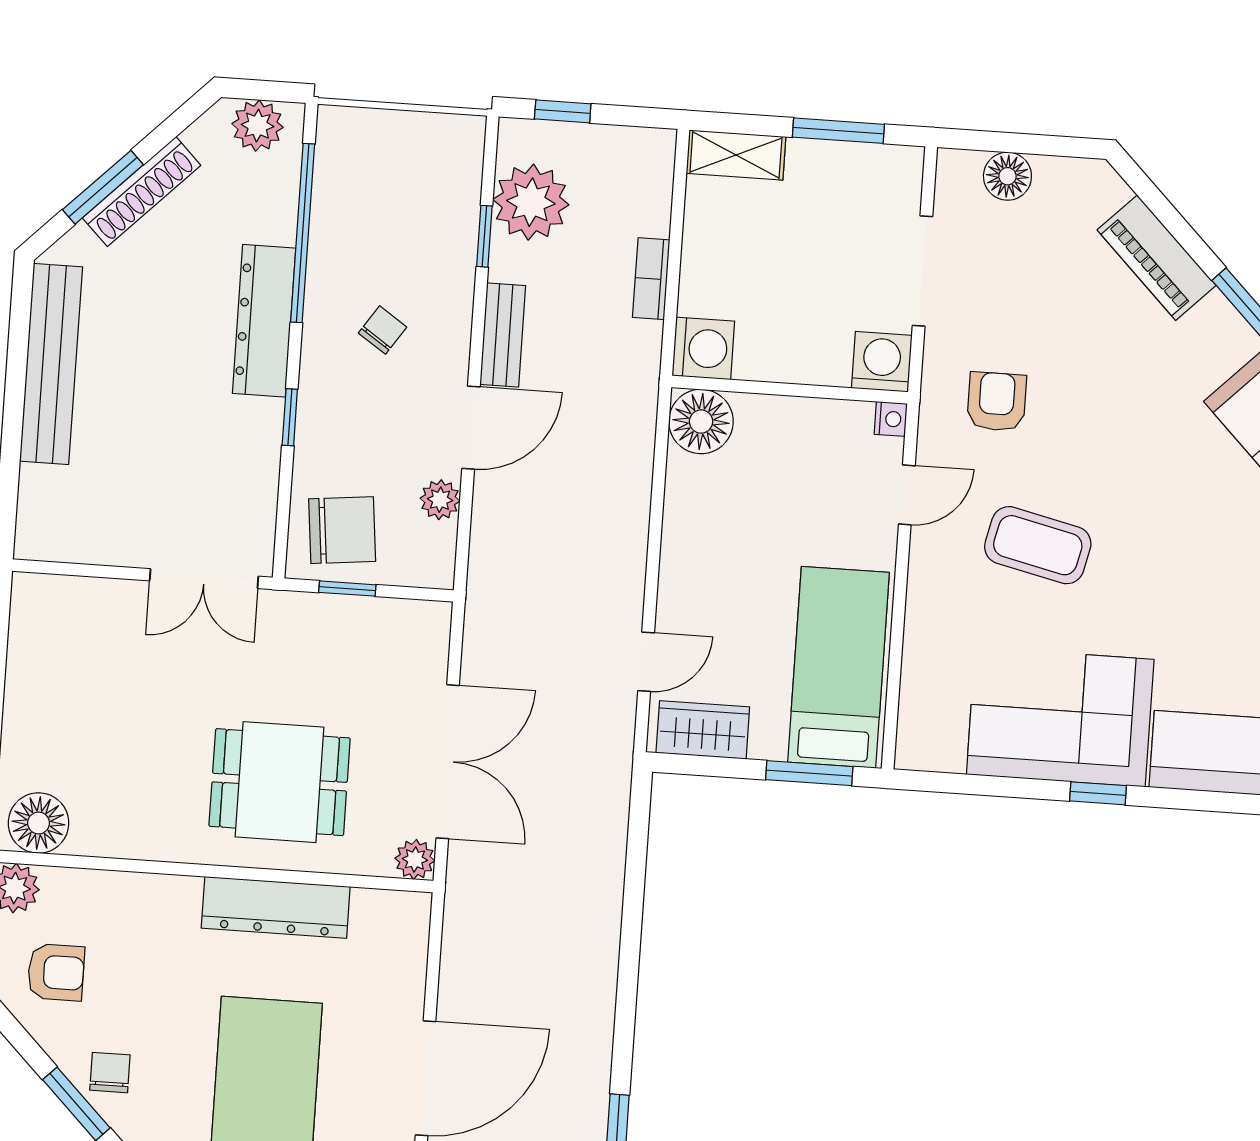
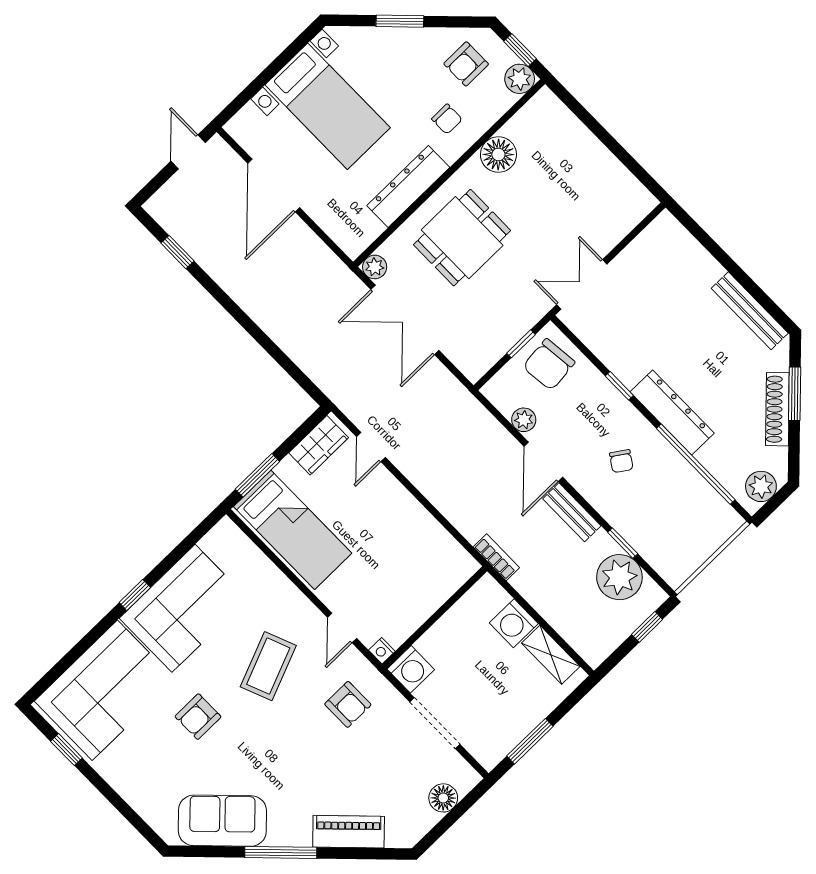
shelving: (736, 155) -> (551, 655), moved, turned 90
bookcase: (651, 279) -> (496, 557), moved
washing machine: (703, 348) -> (514, 623), moved
bench: (51, 364) -> (750, 311), width x0.73, depth x0.82
floor lamp: (701, 422) -> (455, 566), removed
coffee table: (1038, 545) -> (268, 666), turned -35
armchair: (1180, 577) -> (198, 717), added
floor lamp: (39, 823) -> (498, 155), moved
chair: (110, 1073) -> (447, 119), moved

